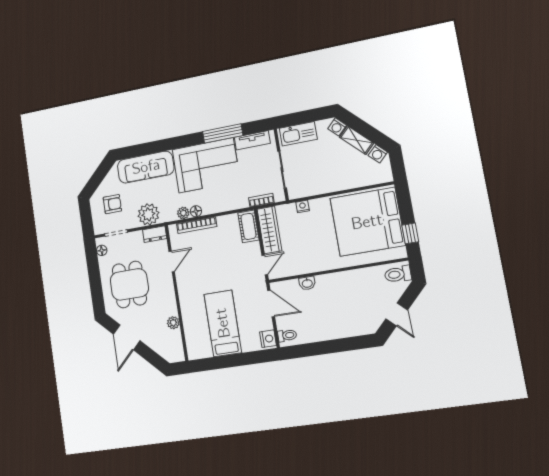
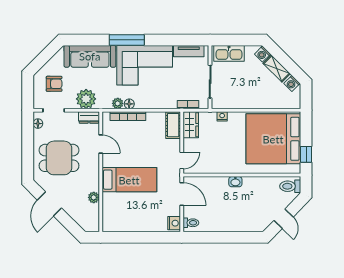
window: (223, 133) -> (127, 40), moved
wardrobe: (269, 230) -> (191, 125), width x0.67
door: (172, 261) -> (101, 144), hinge flipped
washbasin: (307, 283) -> (235, 182), moved
dining table: (129, 284) -> (59, 158), turned 90
bed: (223, 323) -> (129, 180), moved, turned 90

